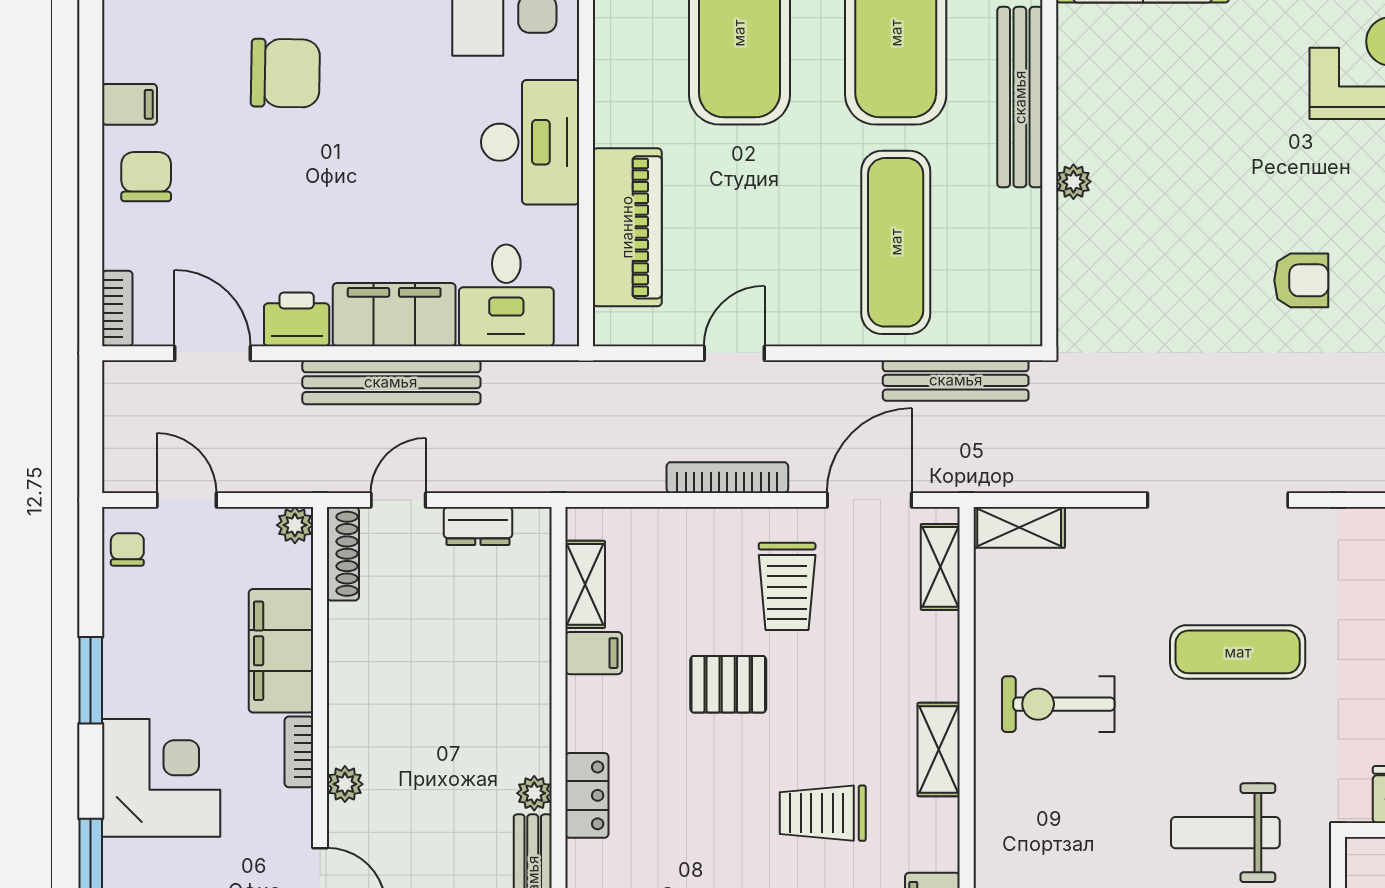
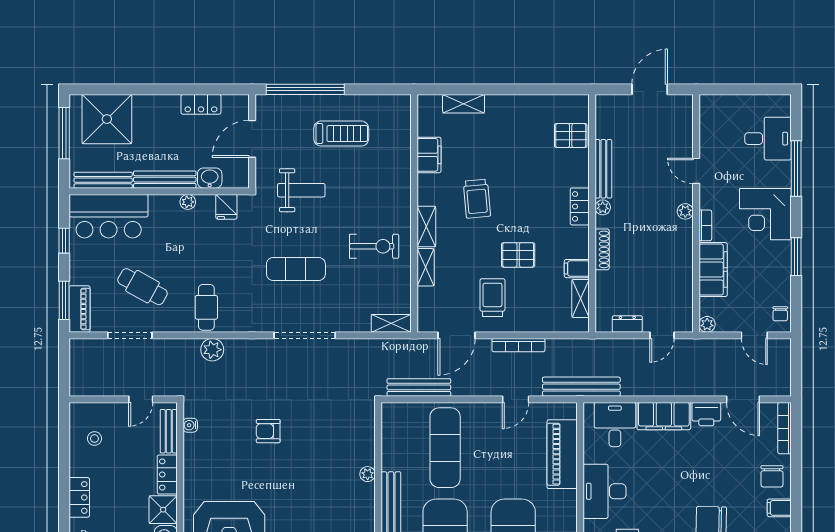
bookcase: (117, 308) -> (785, 428), width x1.56
bench: (391, 382) -> (581, 387), moved
shoe rack: (343, 554) -> (602, 249), moved, turned 180
shelving: (940, 567) -> (426, 267), moved
trolley: (823, 813) -> (477, 199), turned 85

